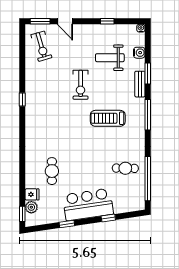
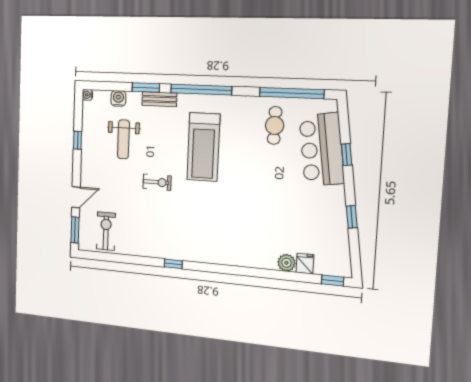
exercise bike: (41, 46) -> (106, 231), turned -74
exercise bike: (81, 85) -> (157, 182), width x0.73, depth x0.72
window: (148, 115) -> (201, 90), width x1.46
treadmill: (108, 118) -> (203, 147), width x1.37, depth x1.38
cafe table: (52, 171) -> (273, 232), removed
bar counter: (88, 204) -> (322, 150), moved
plant: (31, 207) -> (286, 263), moved

